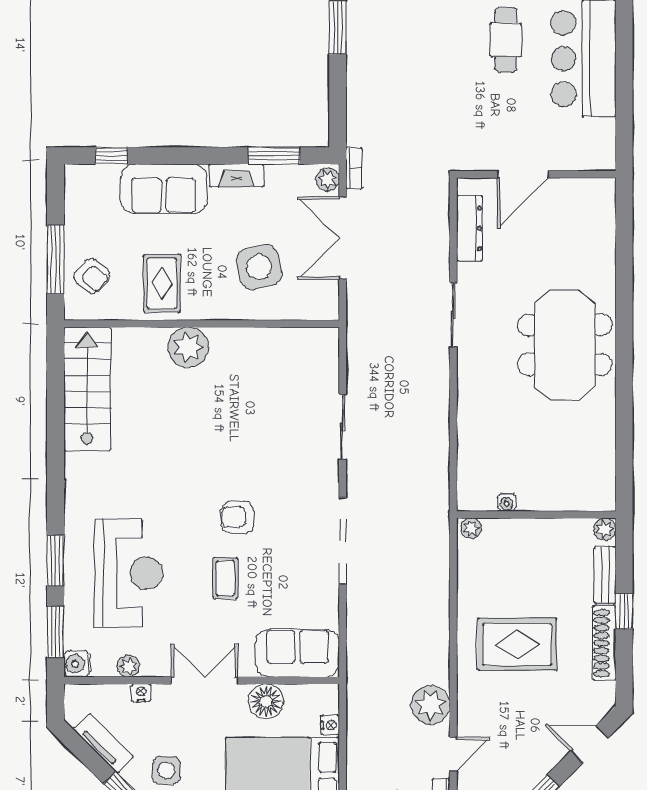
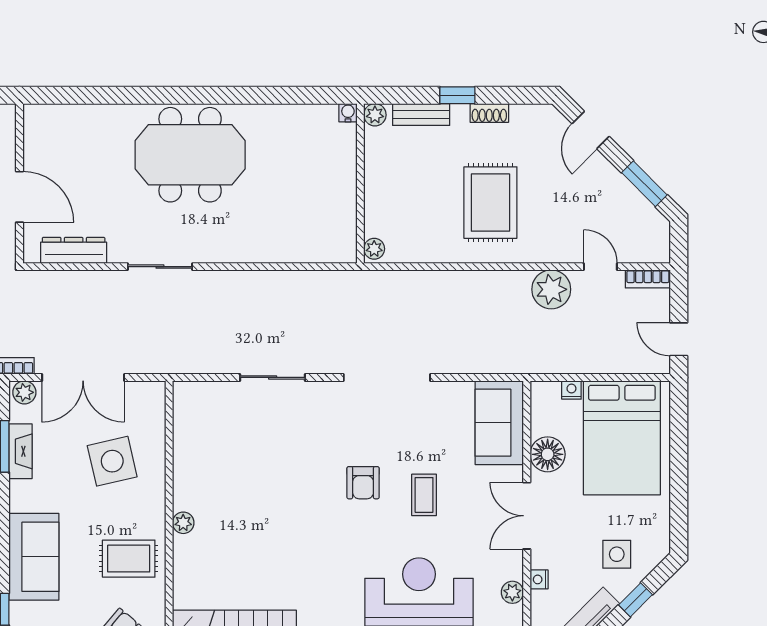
fireplace: (236, 176) -> (21, 451), moved
plant: (188, 347) -> (183, 523), width x0.53, depth x0.53
water cooler: (507, 502) -> (348, 113), moved, turned -90
coffee table: (225, 578) -> (424, 495), turned 90
shoe rack: (604, 643) -> (489, 113), width x0.51, depth x0.81

